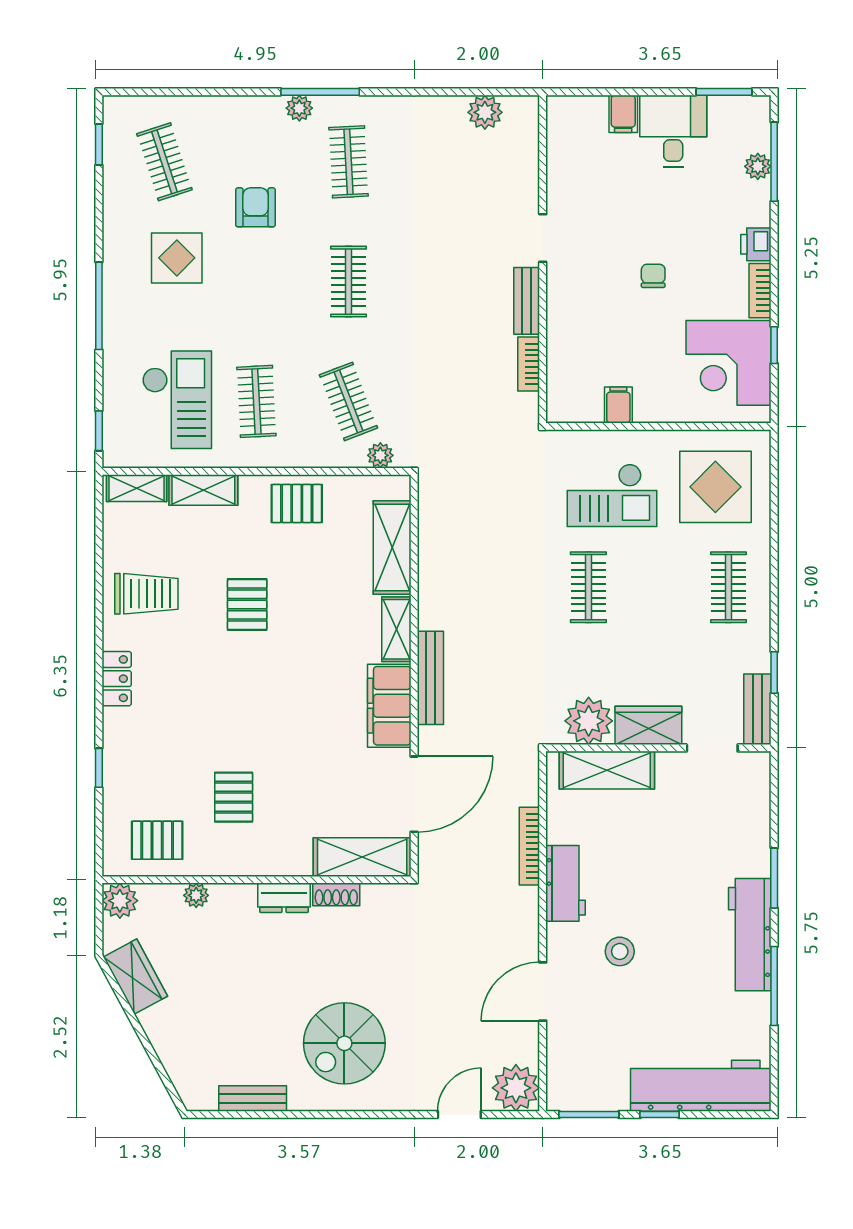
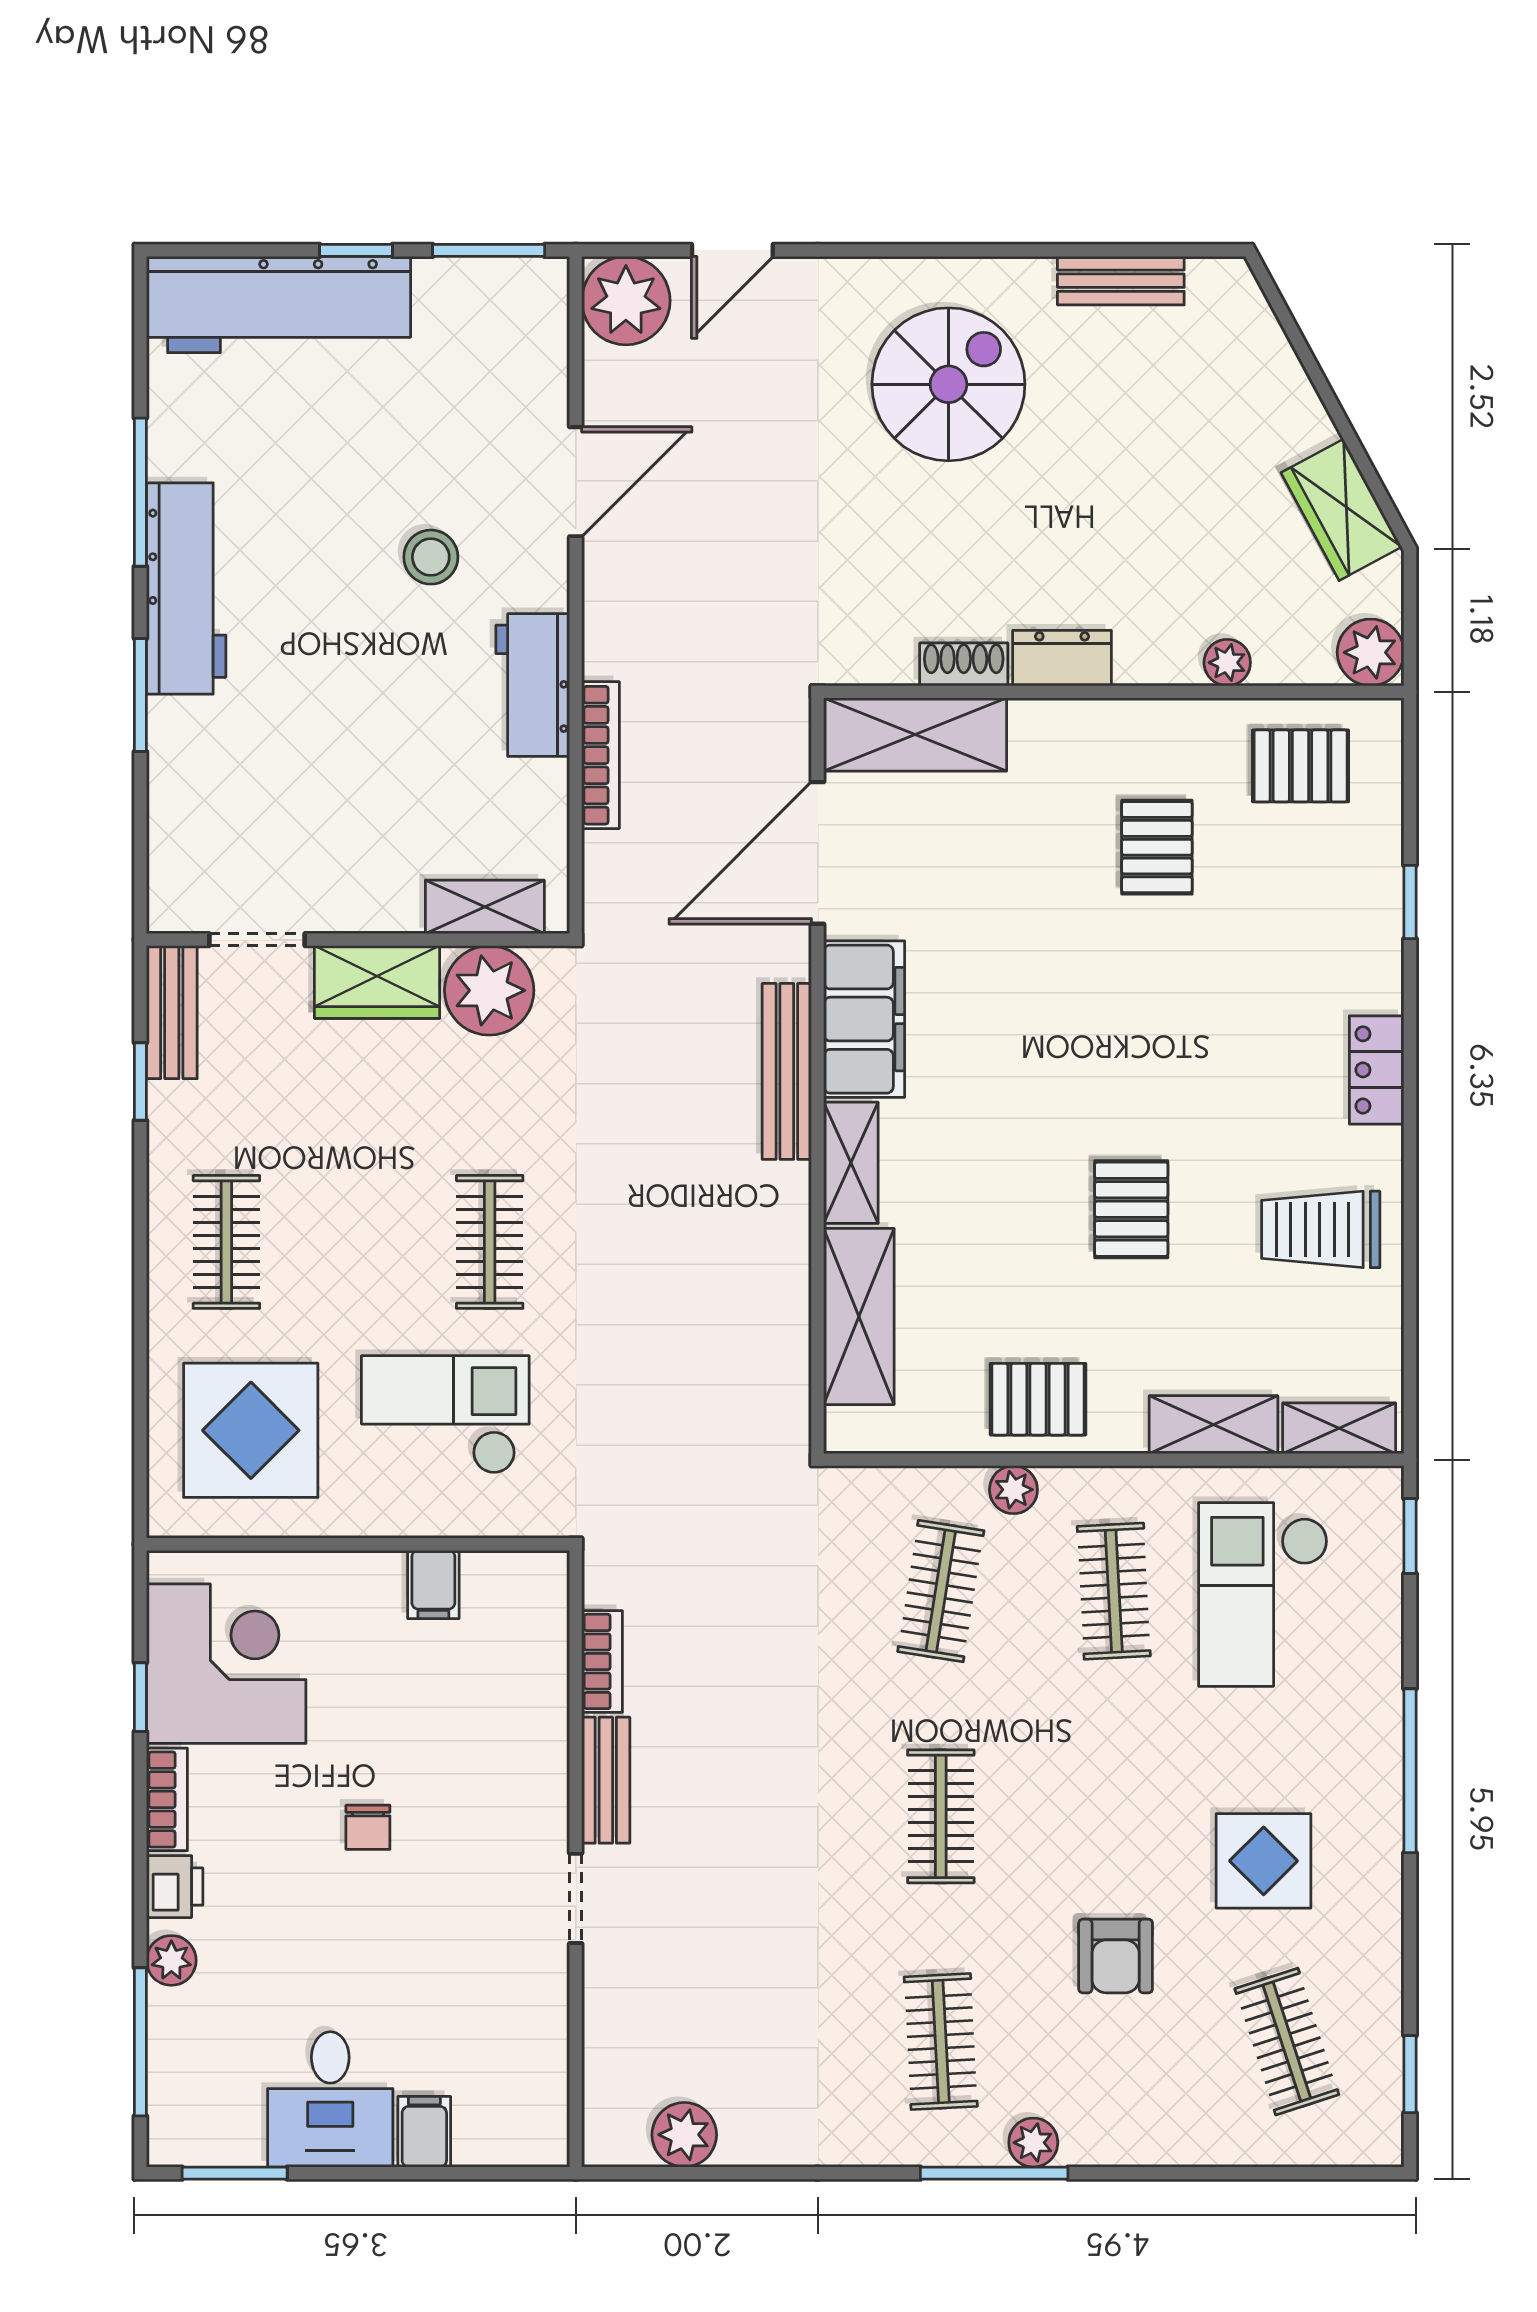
plant: (758, 166) -> (171, 1960), moved
clothes rail: (348, 401) -> (941, 1591), turned 30
plant: (380, 455) -> (1013, 1490), moved
shelving: (607, 770) -> (485, 907), width x0.67, depth x0.75

